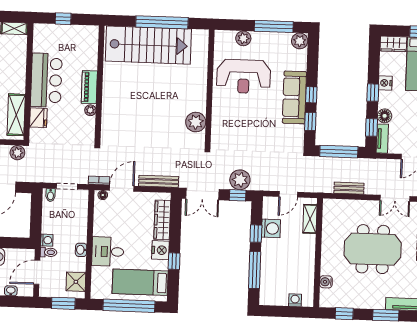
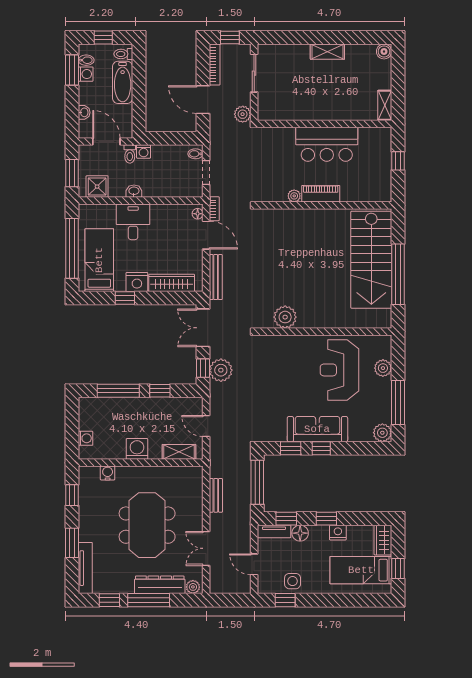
shelving: (16, 115) -> (286, 111), removed
fridge: (38, 118) -> (284, 137), removed
washing machine: (271, 228) -> (137, 449), moved, turned 180

